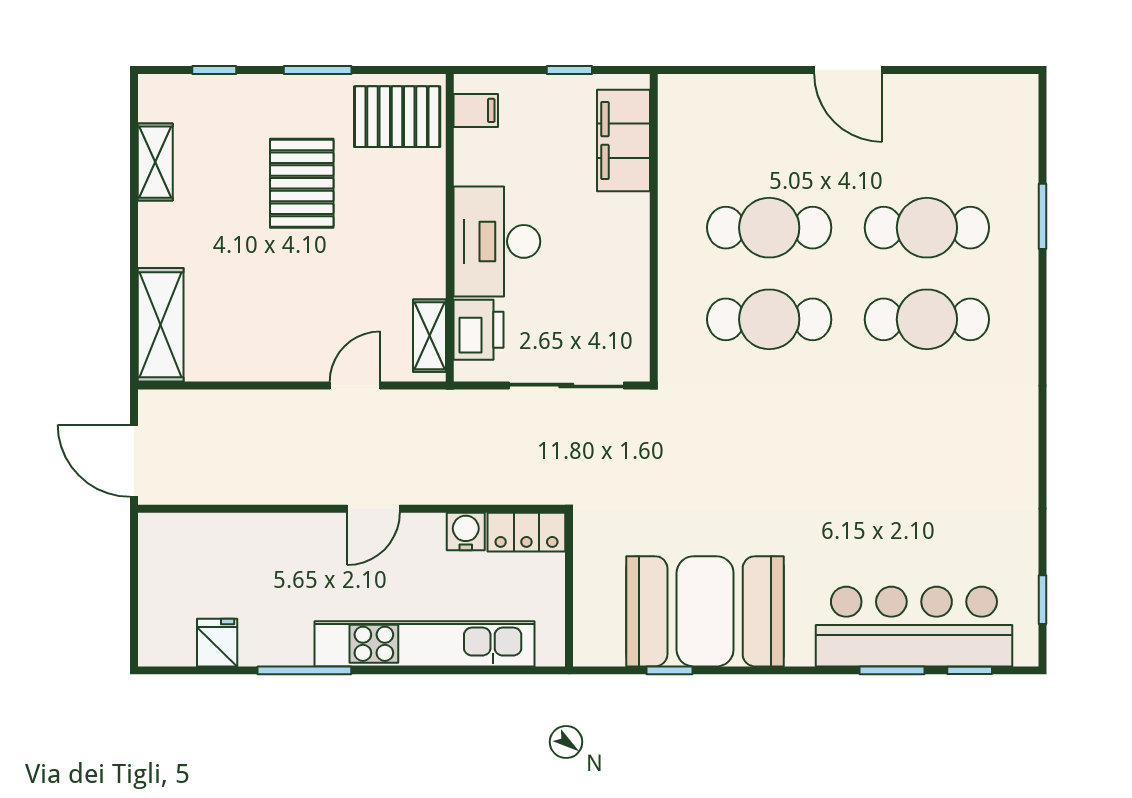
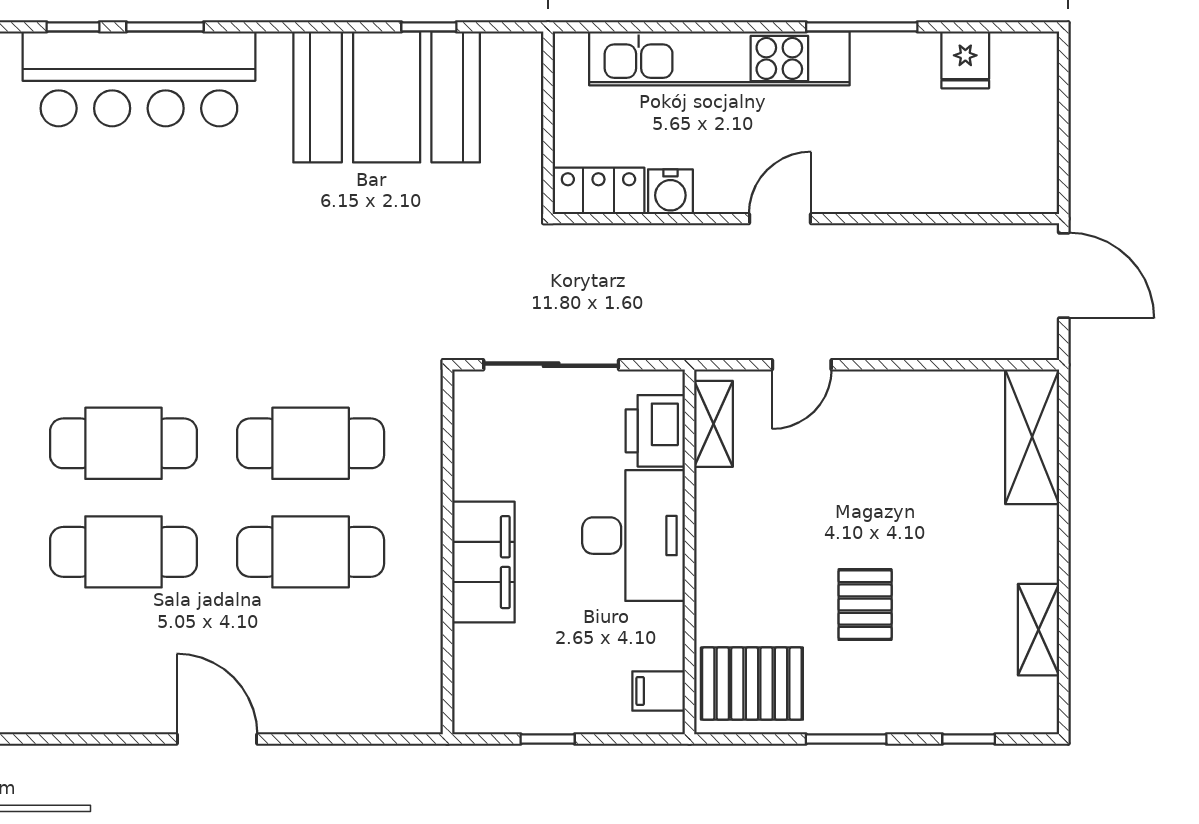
filing cabinet: (623, 141) -> (483, 562), moved
pallet: (302, 183) -> (865, 605), width x0.67, depth x0.71

